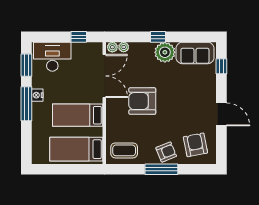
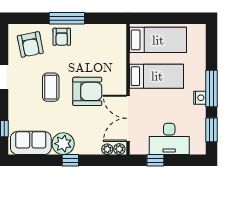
desk: (52, 57) -> (169, 139), moved
coffee table: (124, 150) -> (51, 87), moved, turned 90
armchair: (166, 152) -> (62, 37), turned -68

